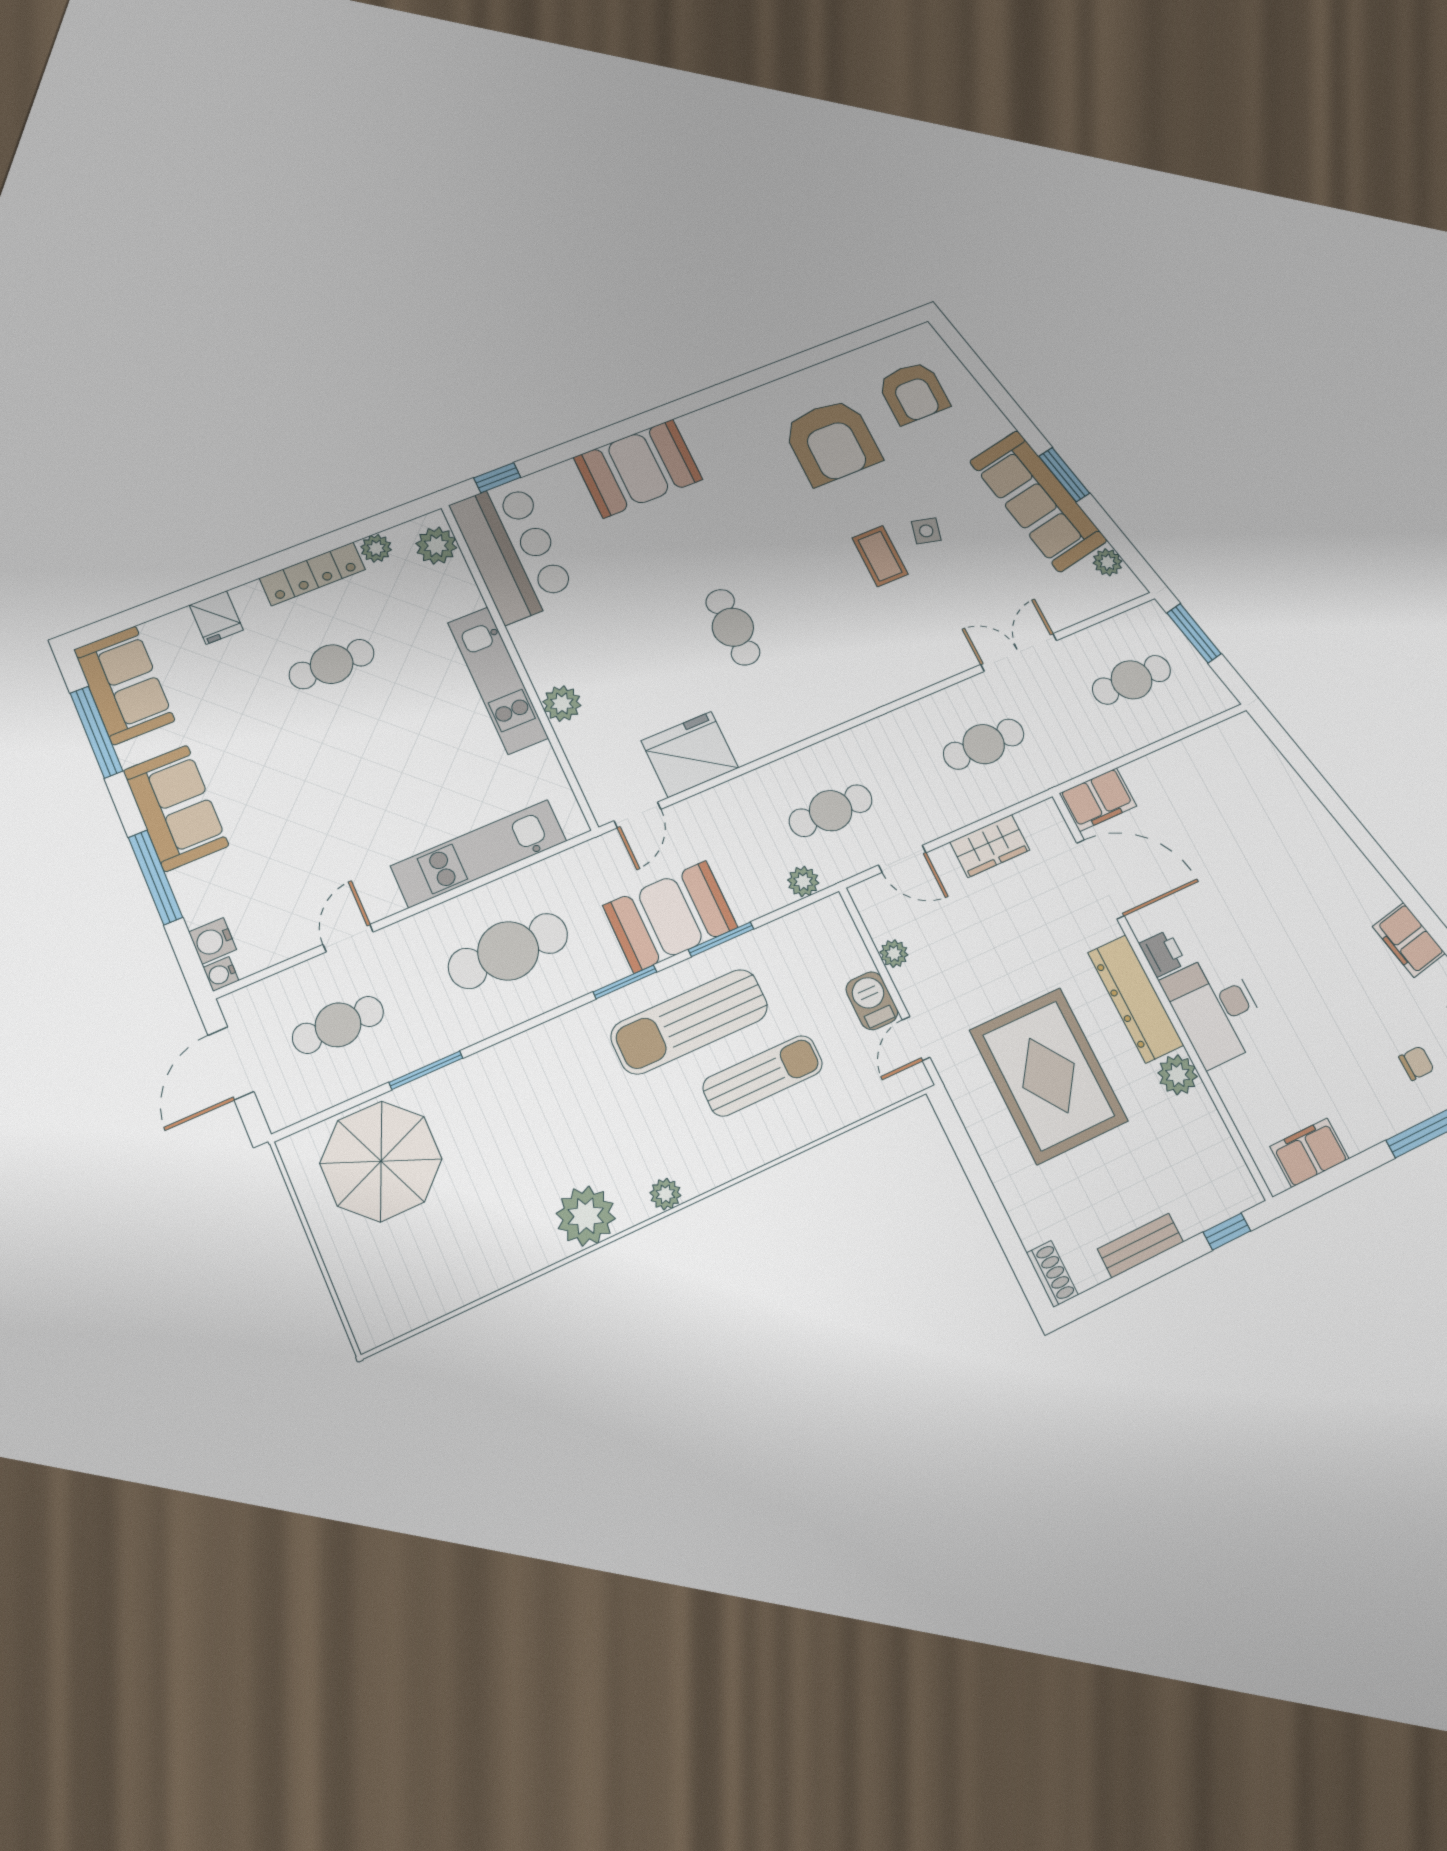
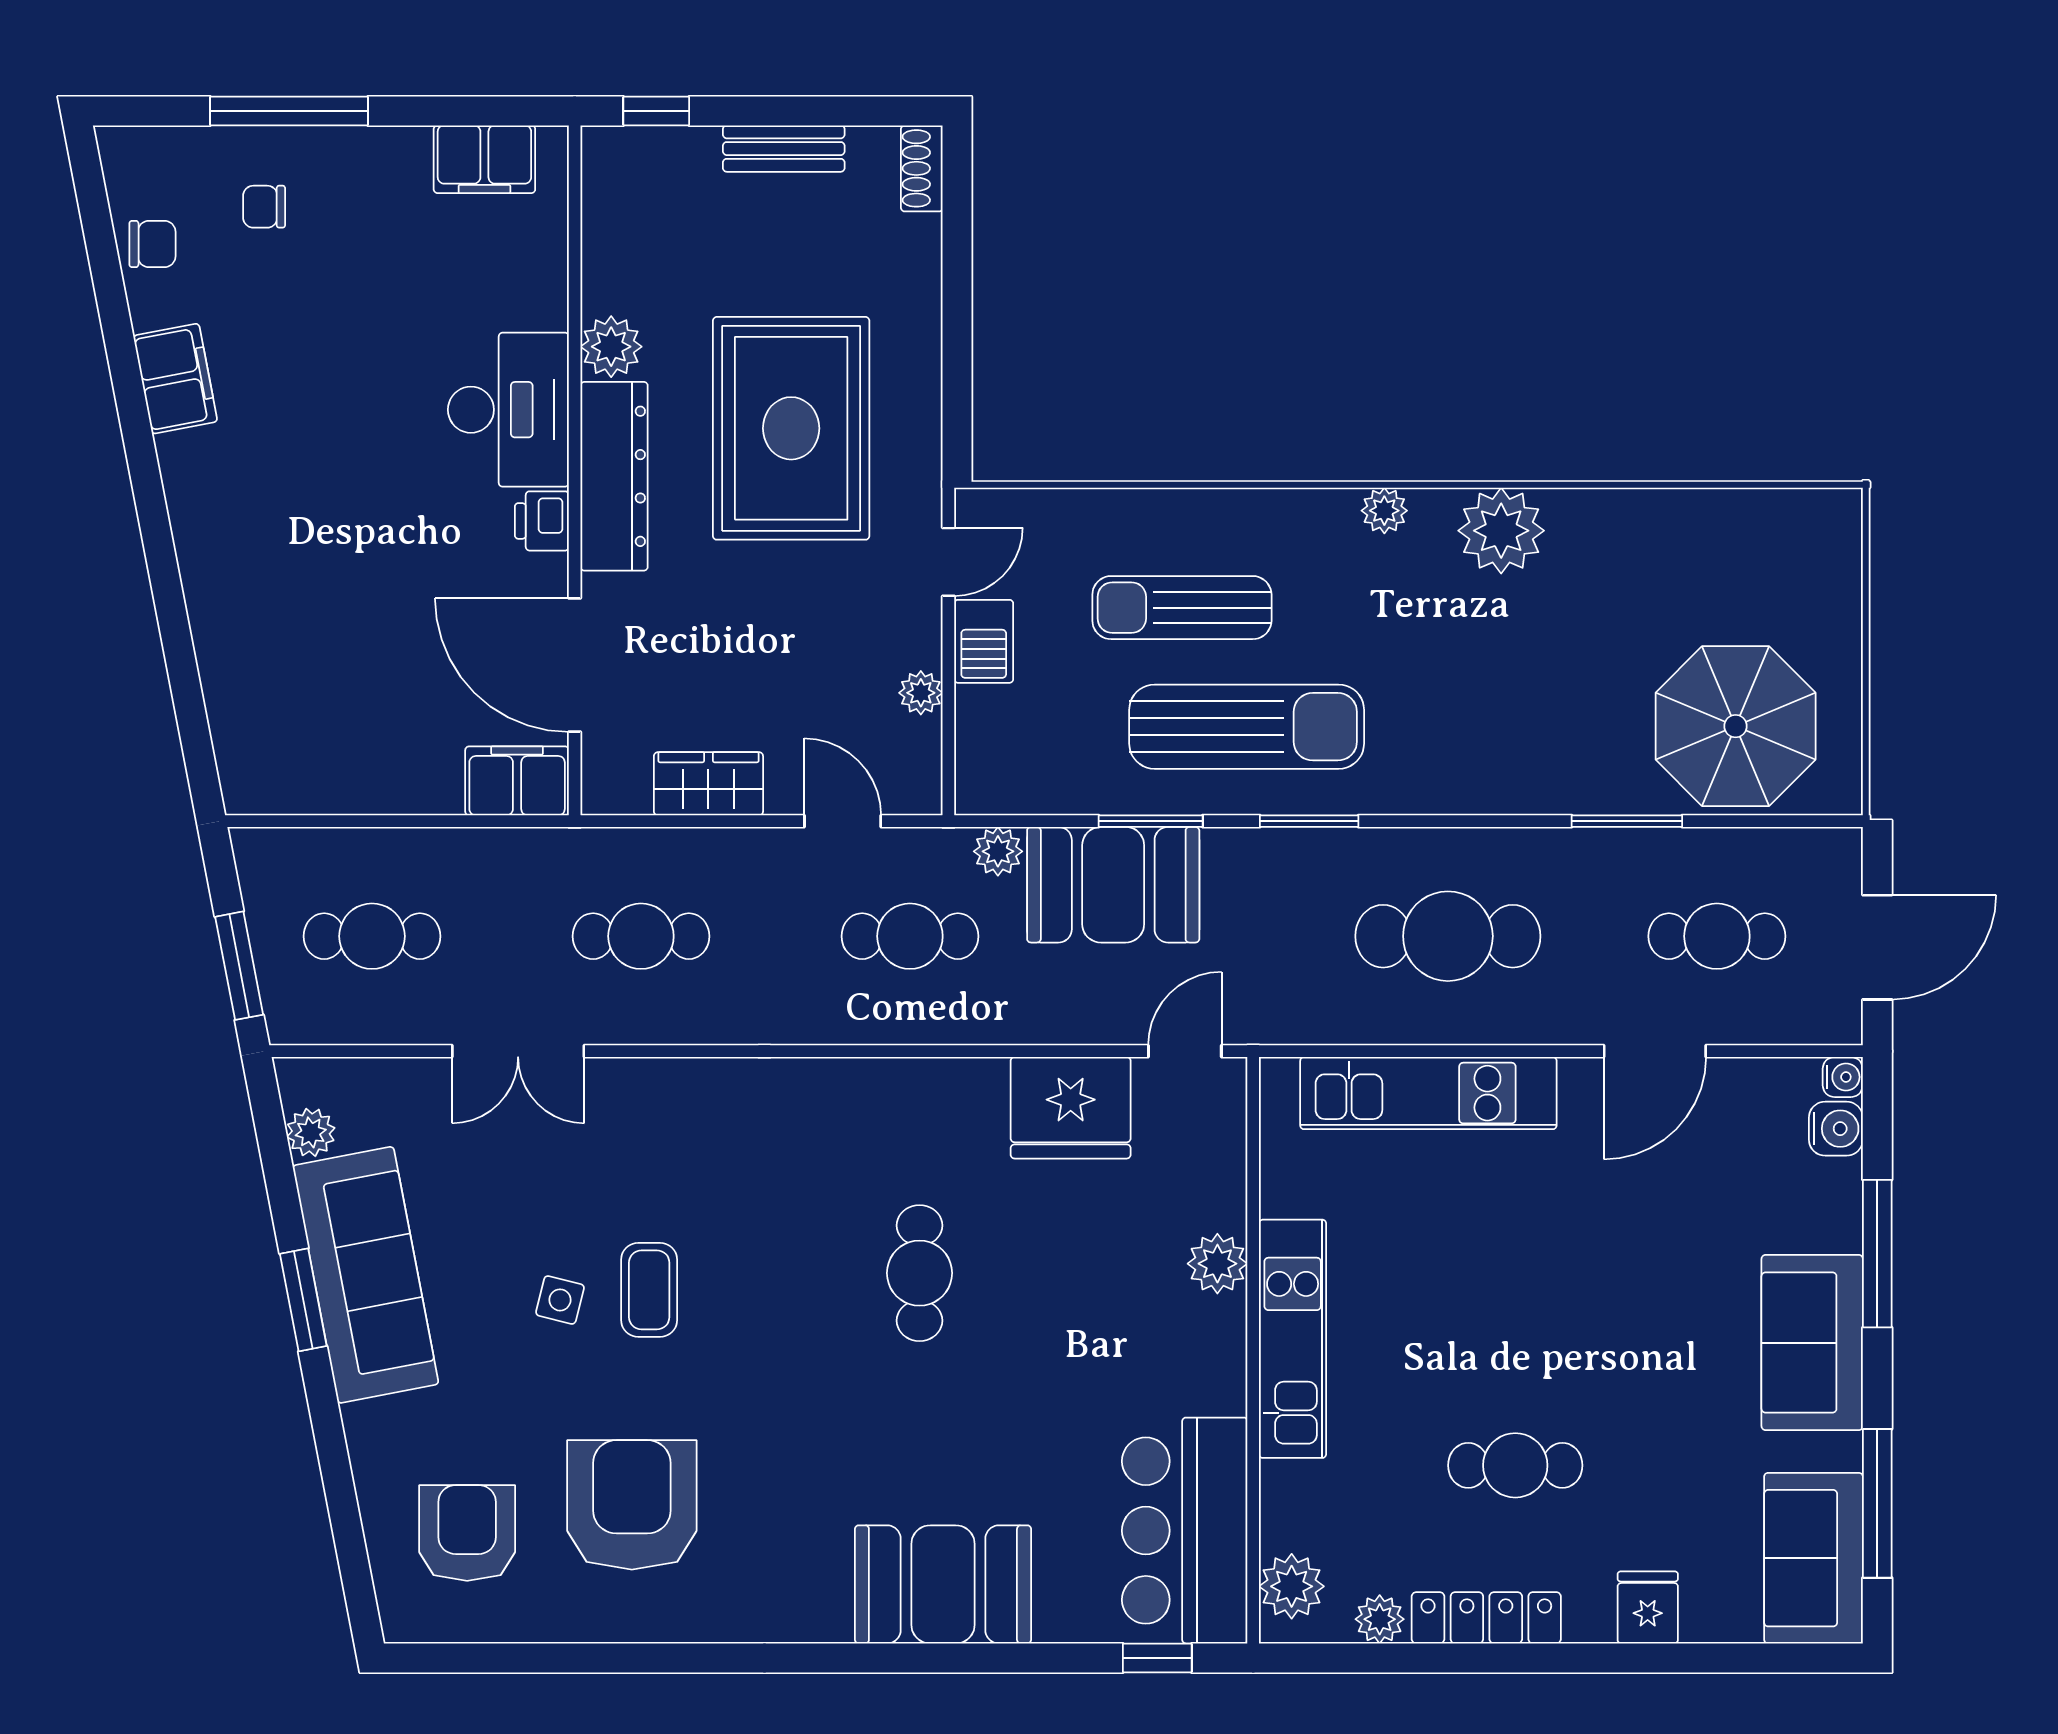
booth: (670, 917) -> (1113, 885), moved
door: (348, 938) -> (1655, 1051), width x1.38

